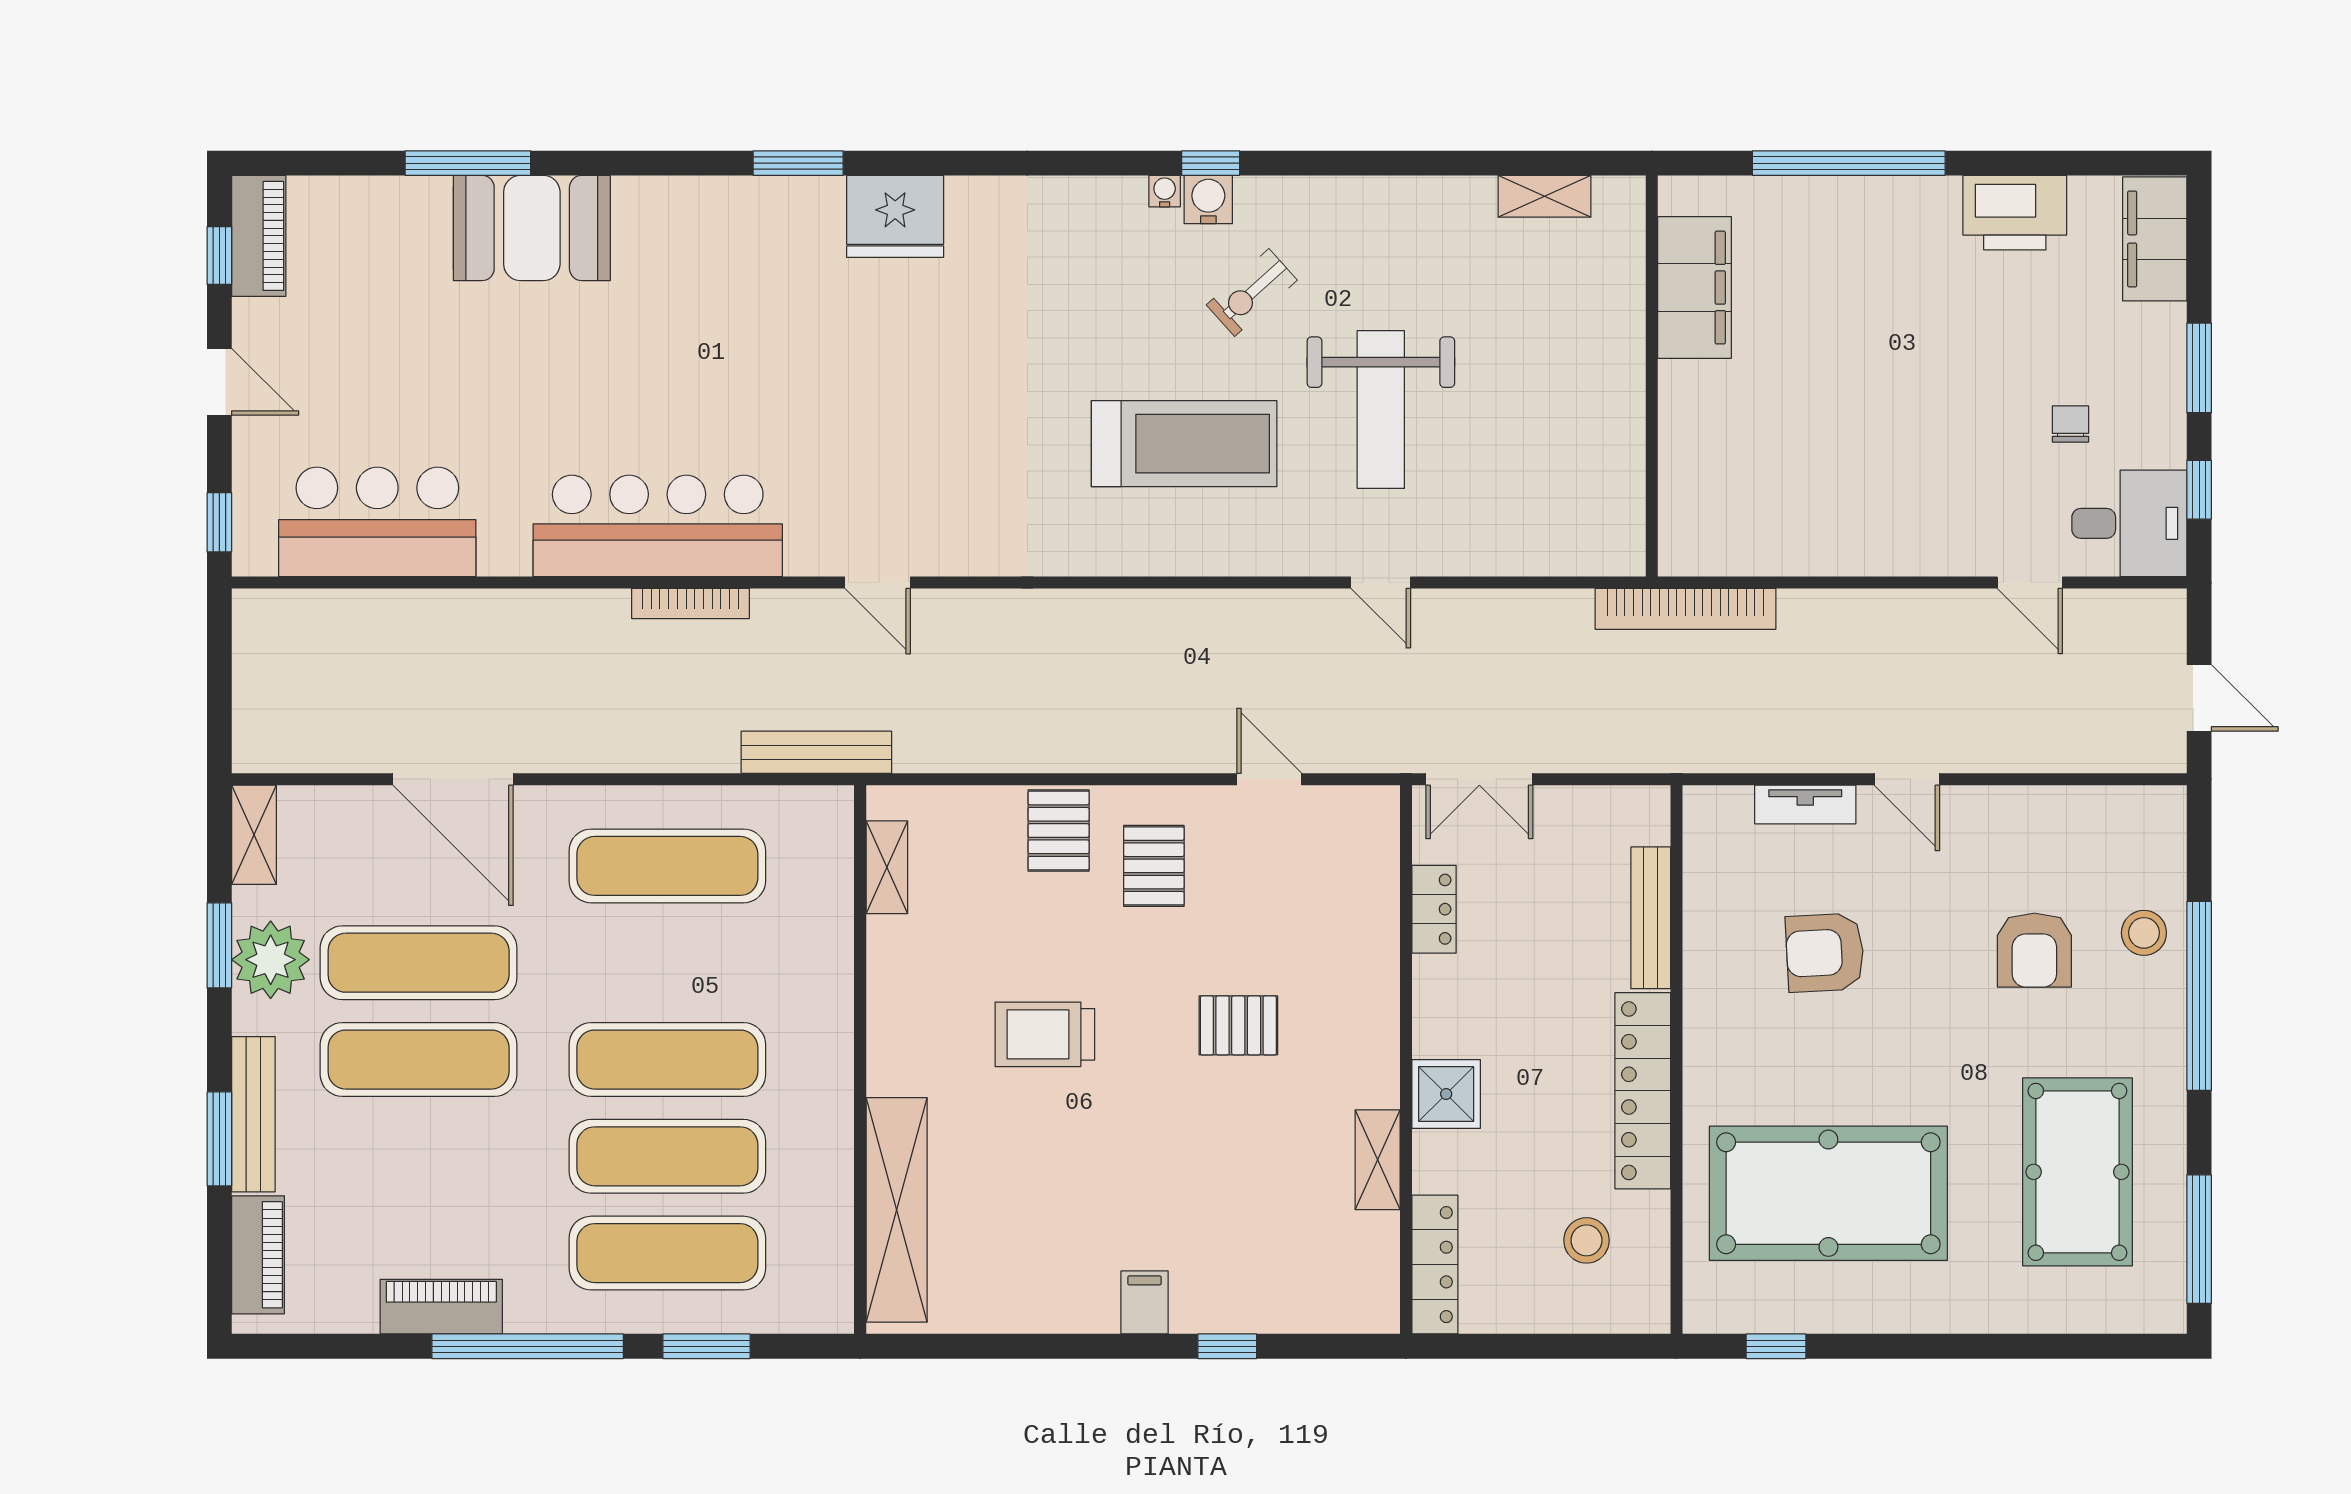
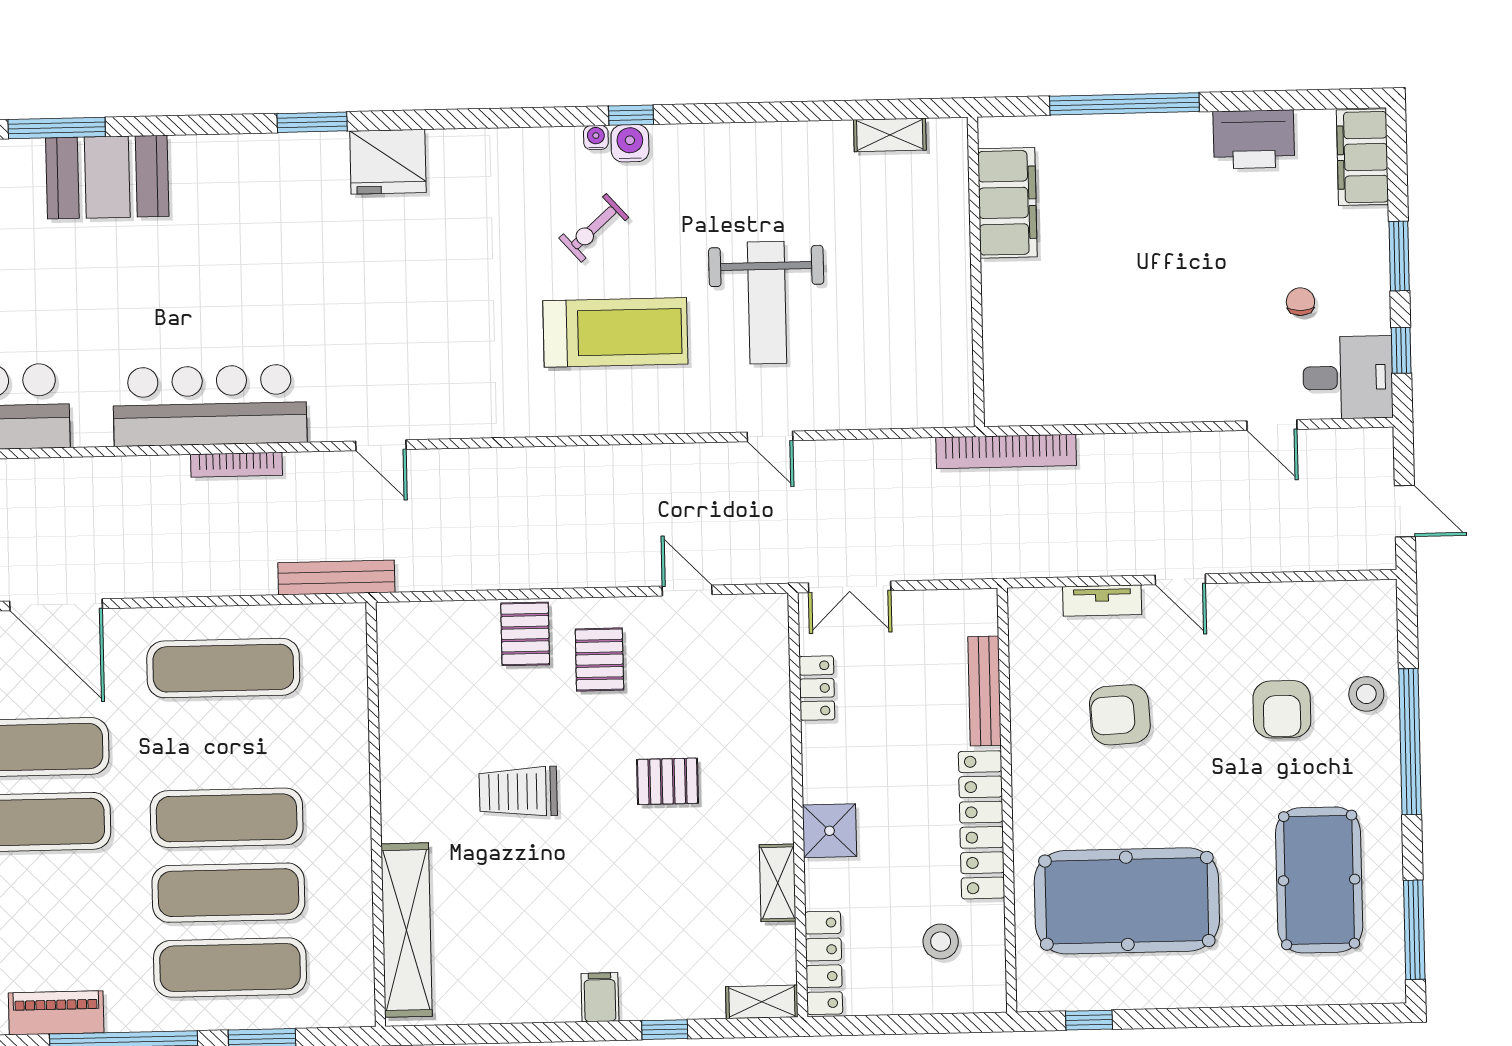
exercise bike: (1252, 293) -> (594, 228), moved
shelving: (887, 867) -> (762, 1002), moved, turned 90

